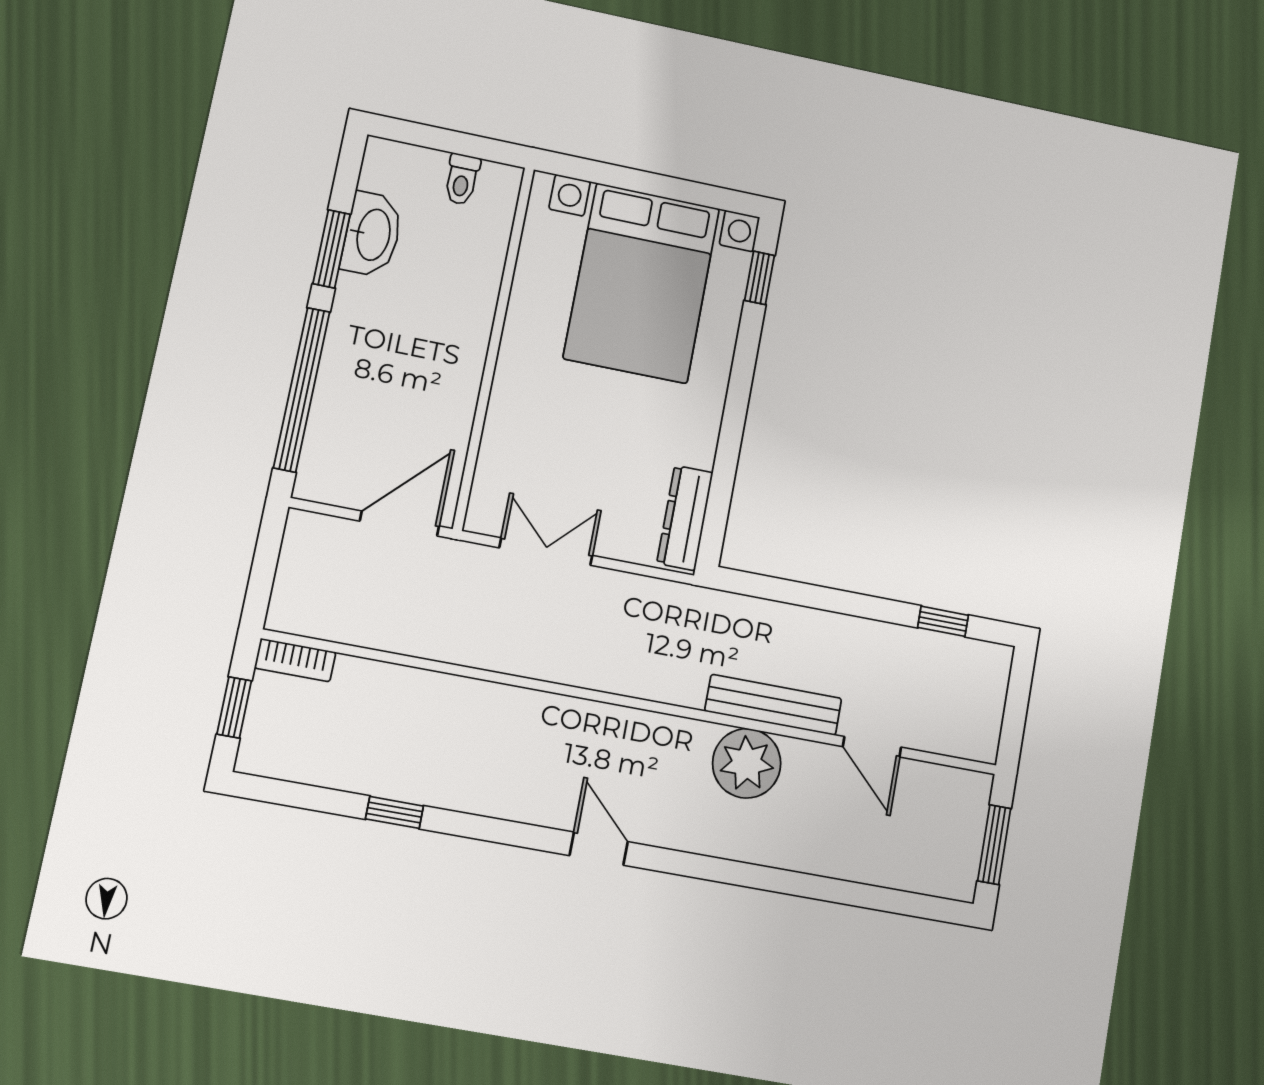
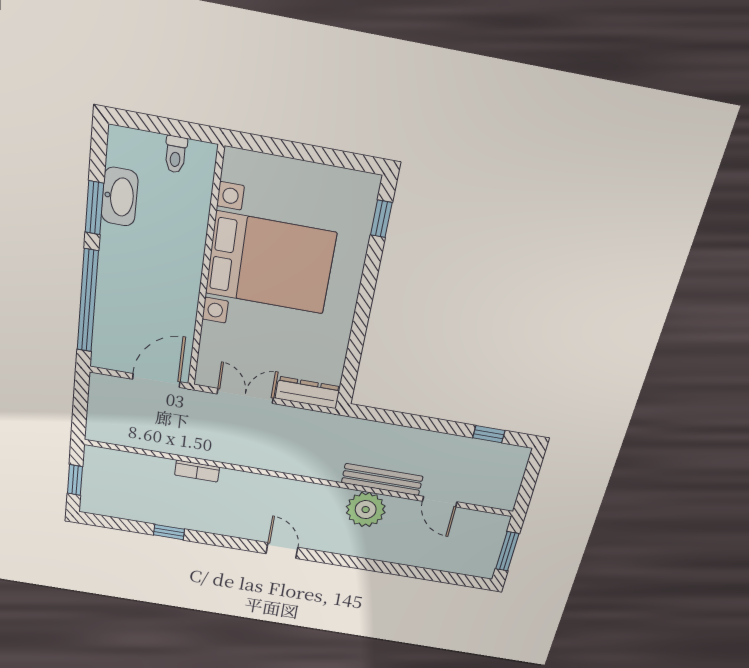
bed with nightstands: (642, 283) -> (270, 263), moved, turned -90
dresser: (685, 518) -> (308, 393), moved, turned 90
bookcase: (295, 660) -> (197, 471), moved

